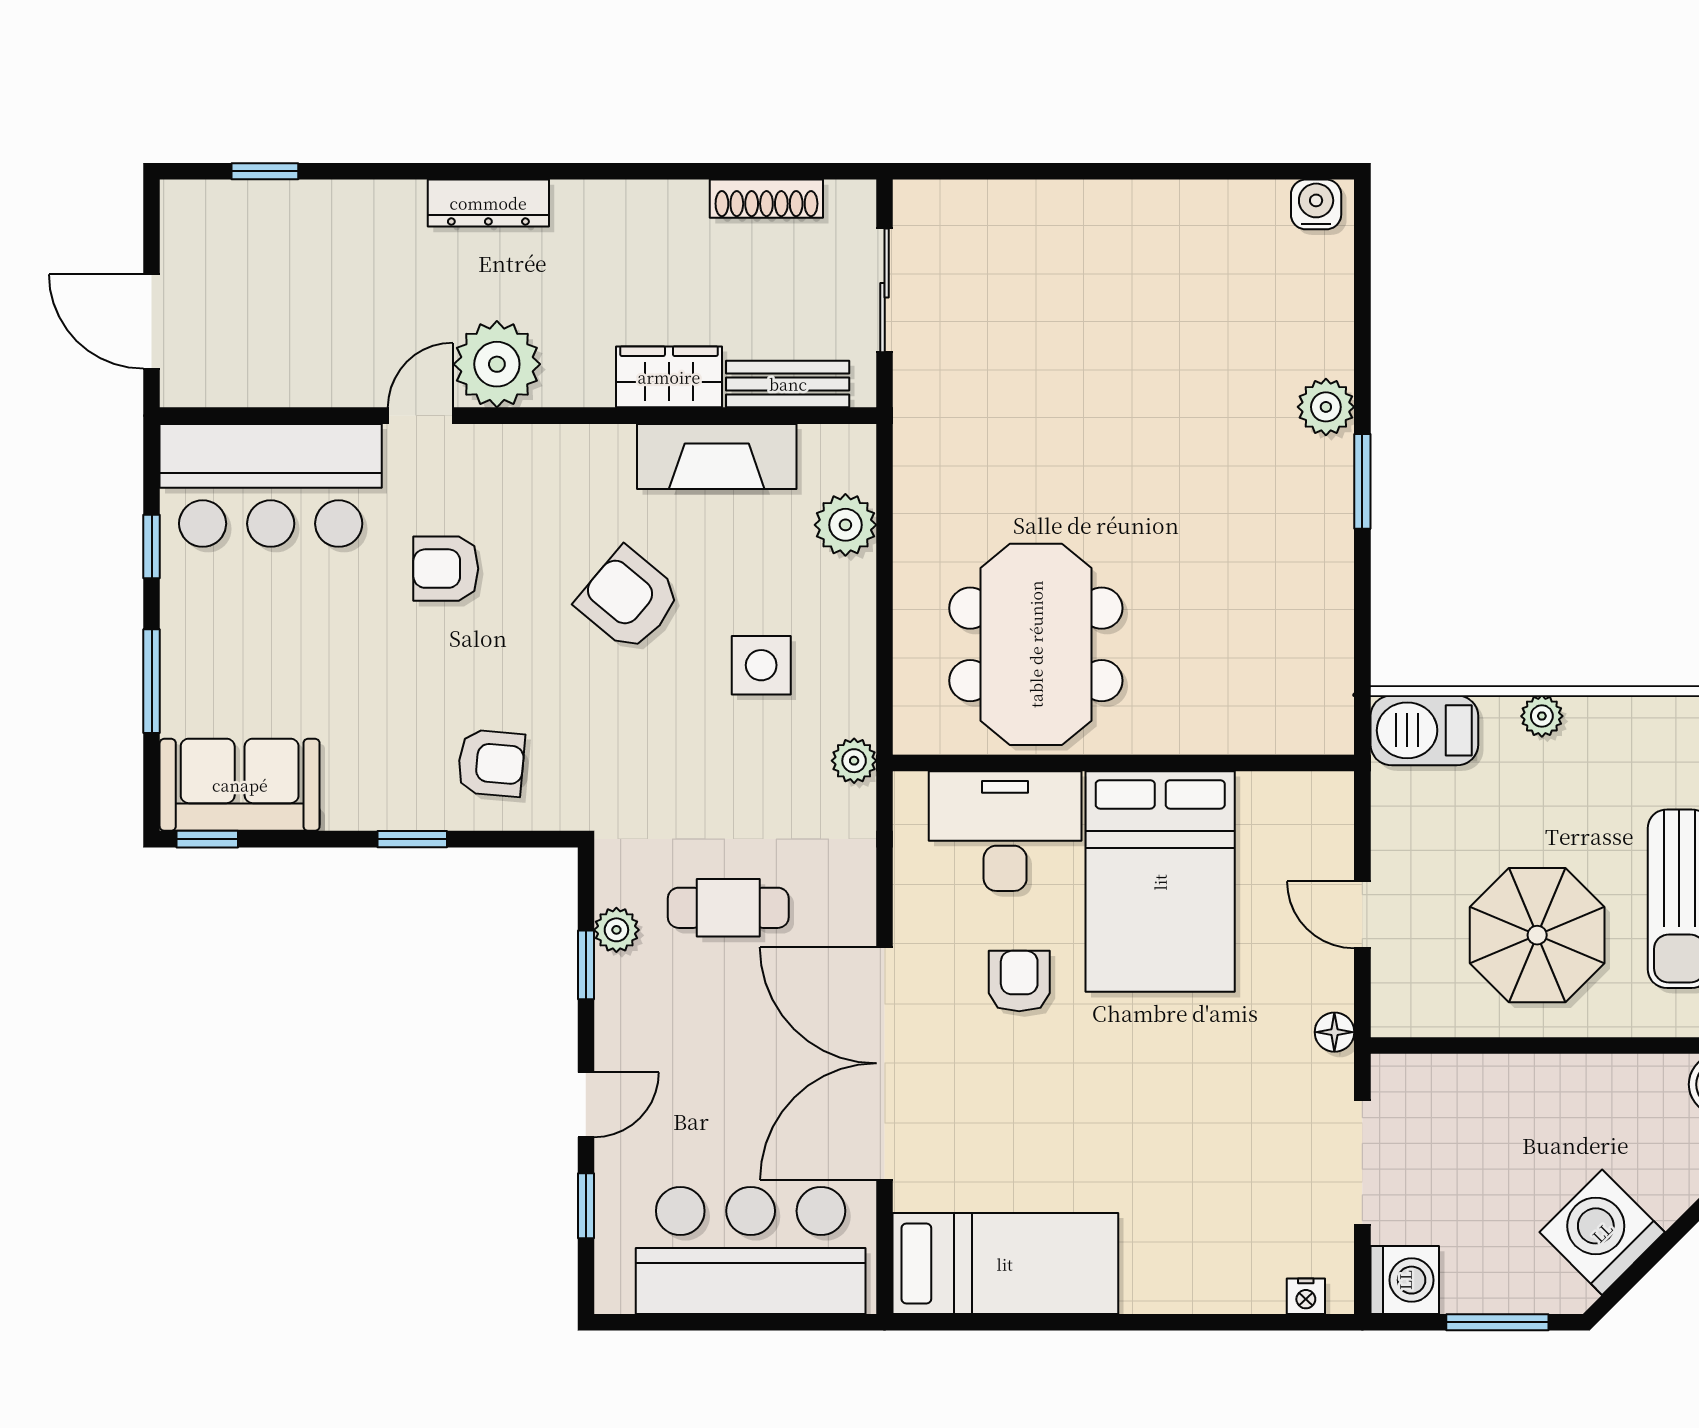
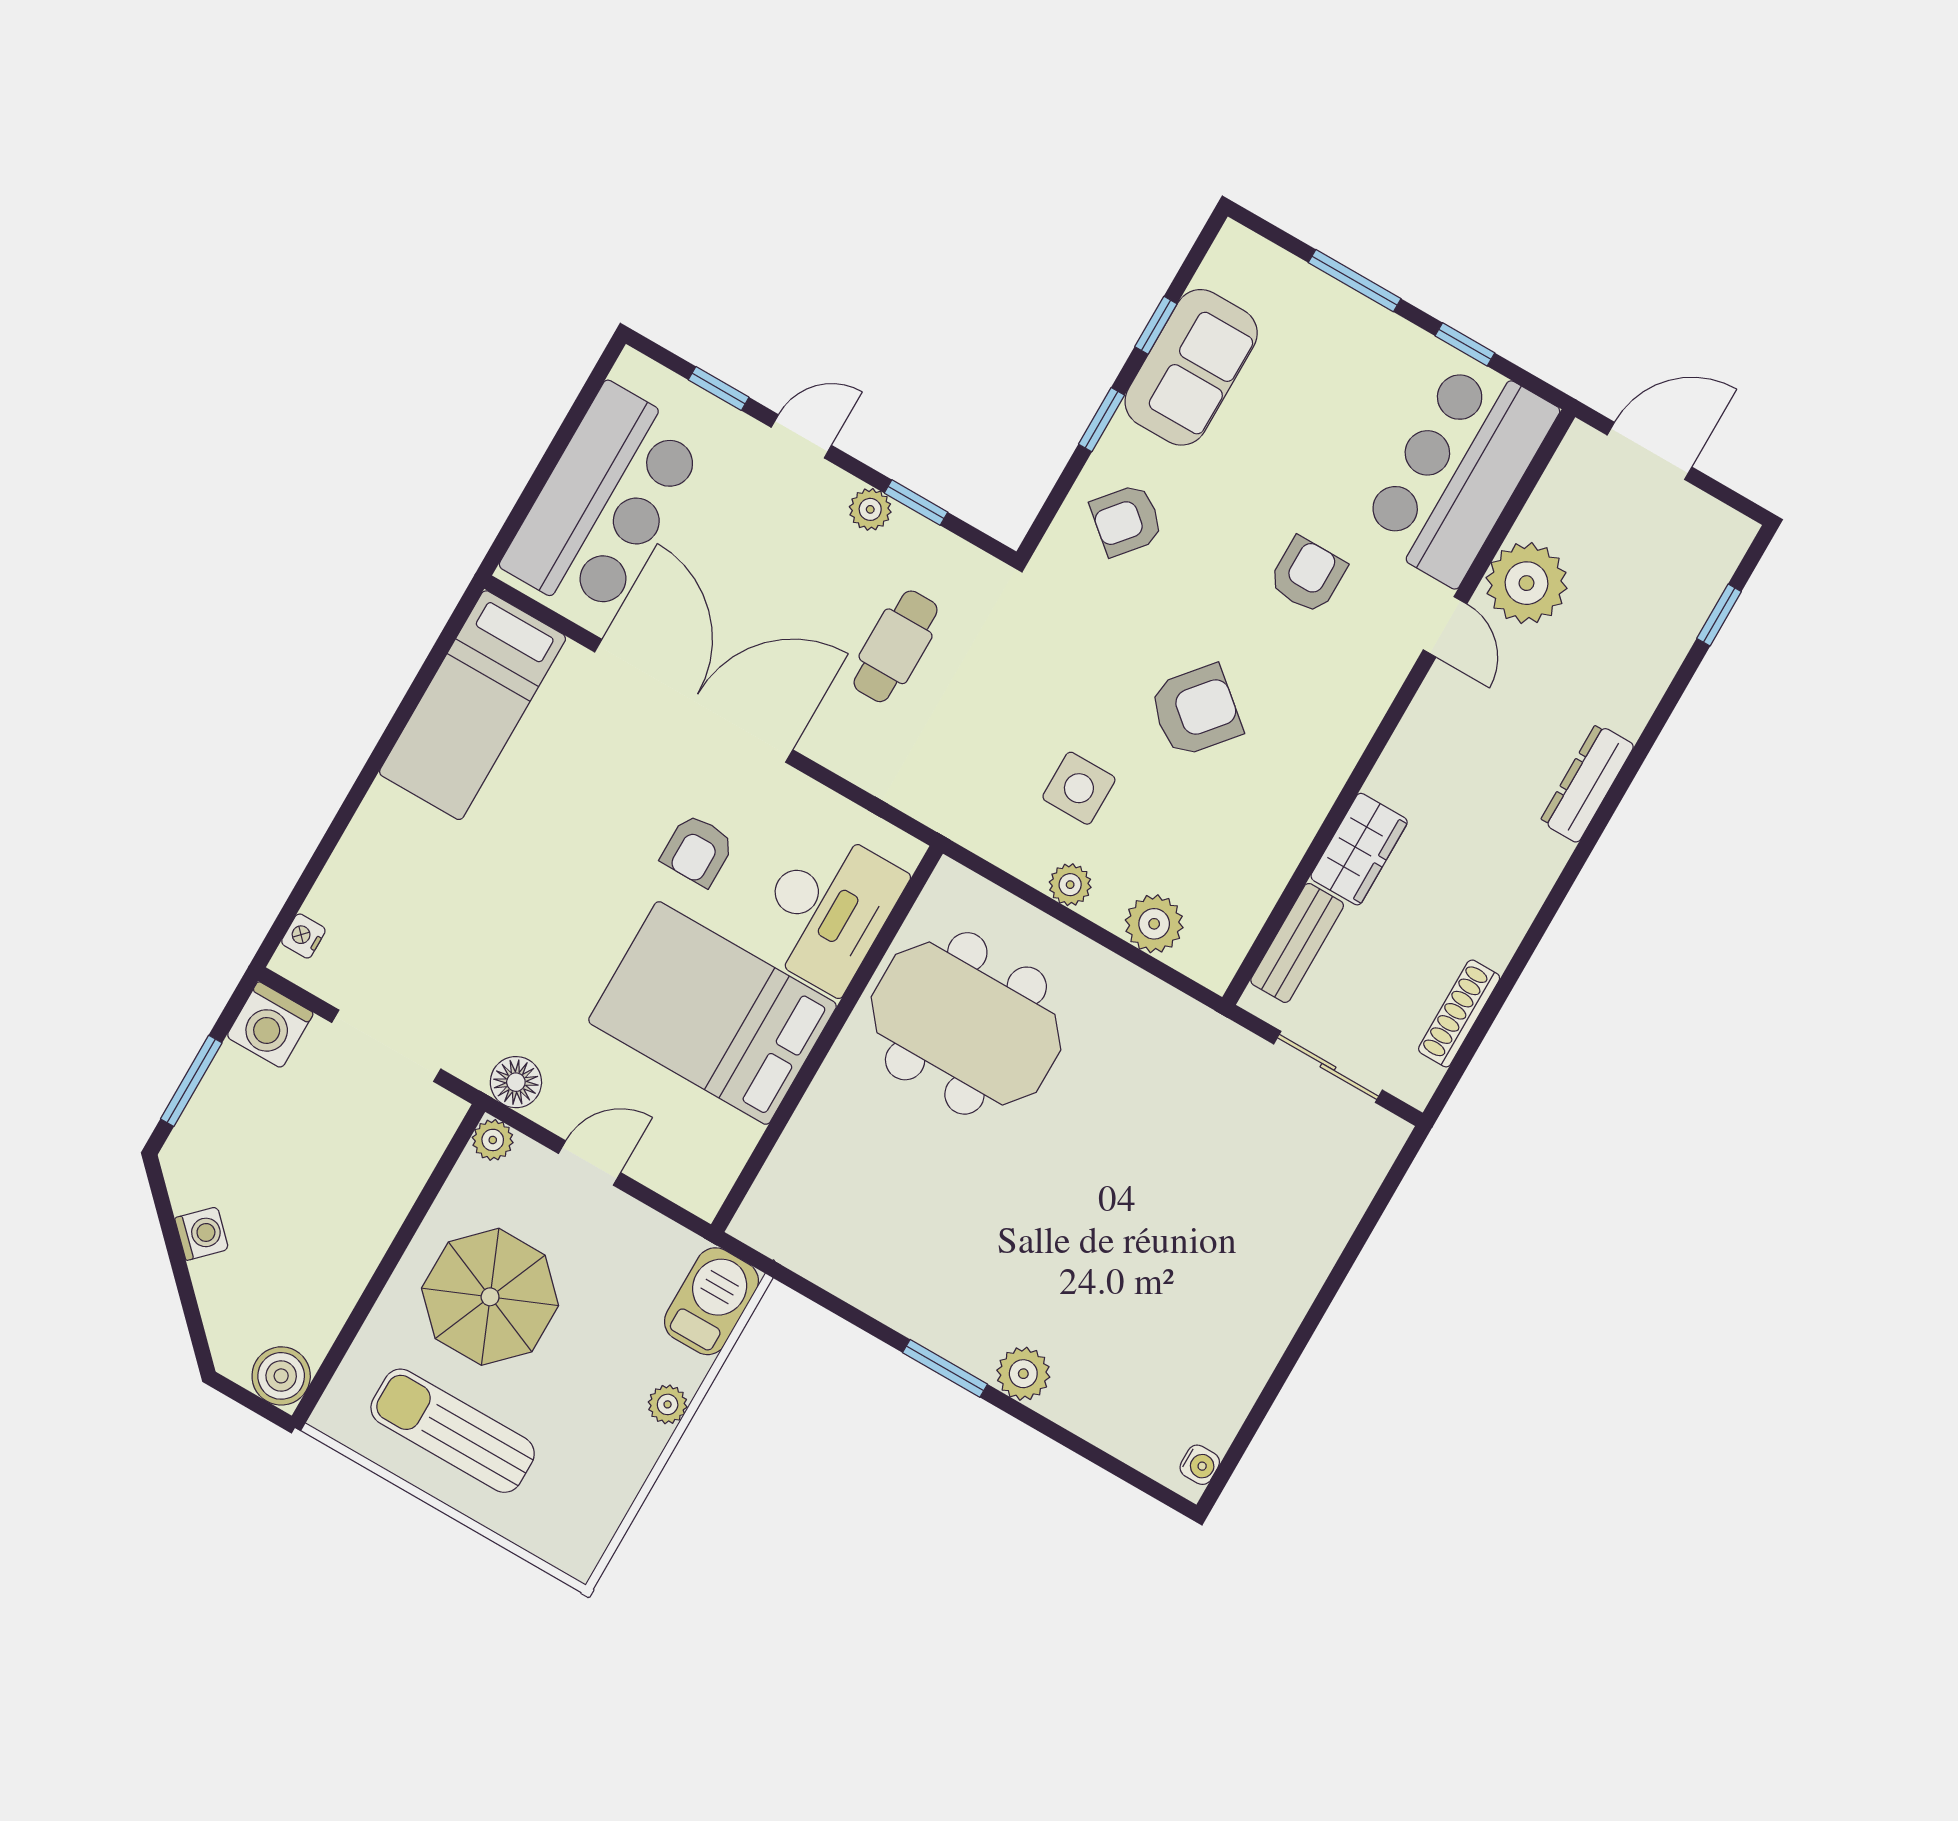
water cooler: (1316, 204) -> (1200, 1465), width x0.72, depth x0.72
plant: (497, 364) -> (1527, 583), moved
fireplace: (717, 457) -> (1271, 851), removed
plant: (854, 761) -> (1070, 885), moved
armchair: (491, 763) -> (1127, 520), turned 35
sofa: (240, 785) -> (1191, 367), moved
window: (207, 839) -> (1156, 325), moved
plant: (616, 930) -> (870, 509), moved
armchair: (1019, 981) -> (698, 850), turned 90
plant: (1392, 1015) -> (493, 1140), added
floor lamp: (1334, 1032) -> (516, 1082), width x1.37, depth x1.37
door: (586, 1105) -> (801, 436), swing flipped
washing machine: (1602, 1232) -> (202, 1234), width x0.53, depth x0.53

